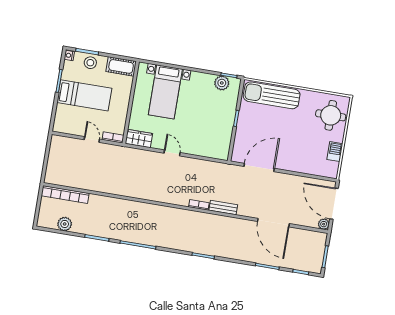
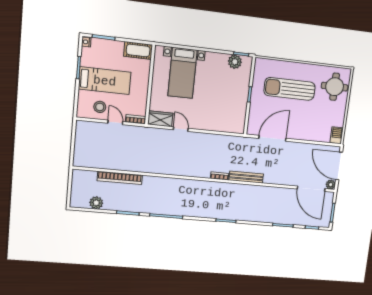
stool: (90, 63) -> (100, 107), moved
sun lounger: (272, 95) -> (290, 89), moved
barbecue: (335, 152) -> (337, 135), moved
door: (172, 153) -> (181, 129), moved
bookcase: (65, 194) -> (120, 178), moved
bench: (223, 208) -> (246, 177), width x1.36
door: (273, 223) -> (311, 189), moved

